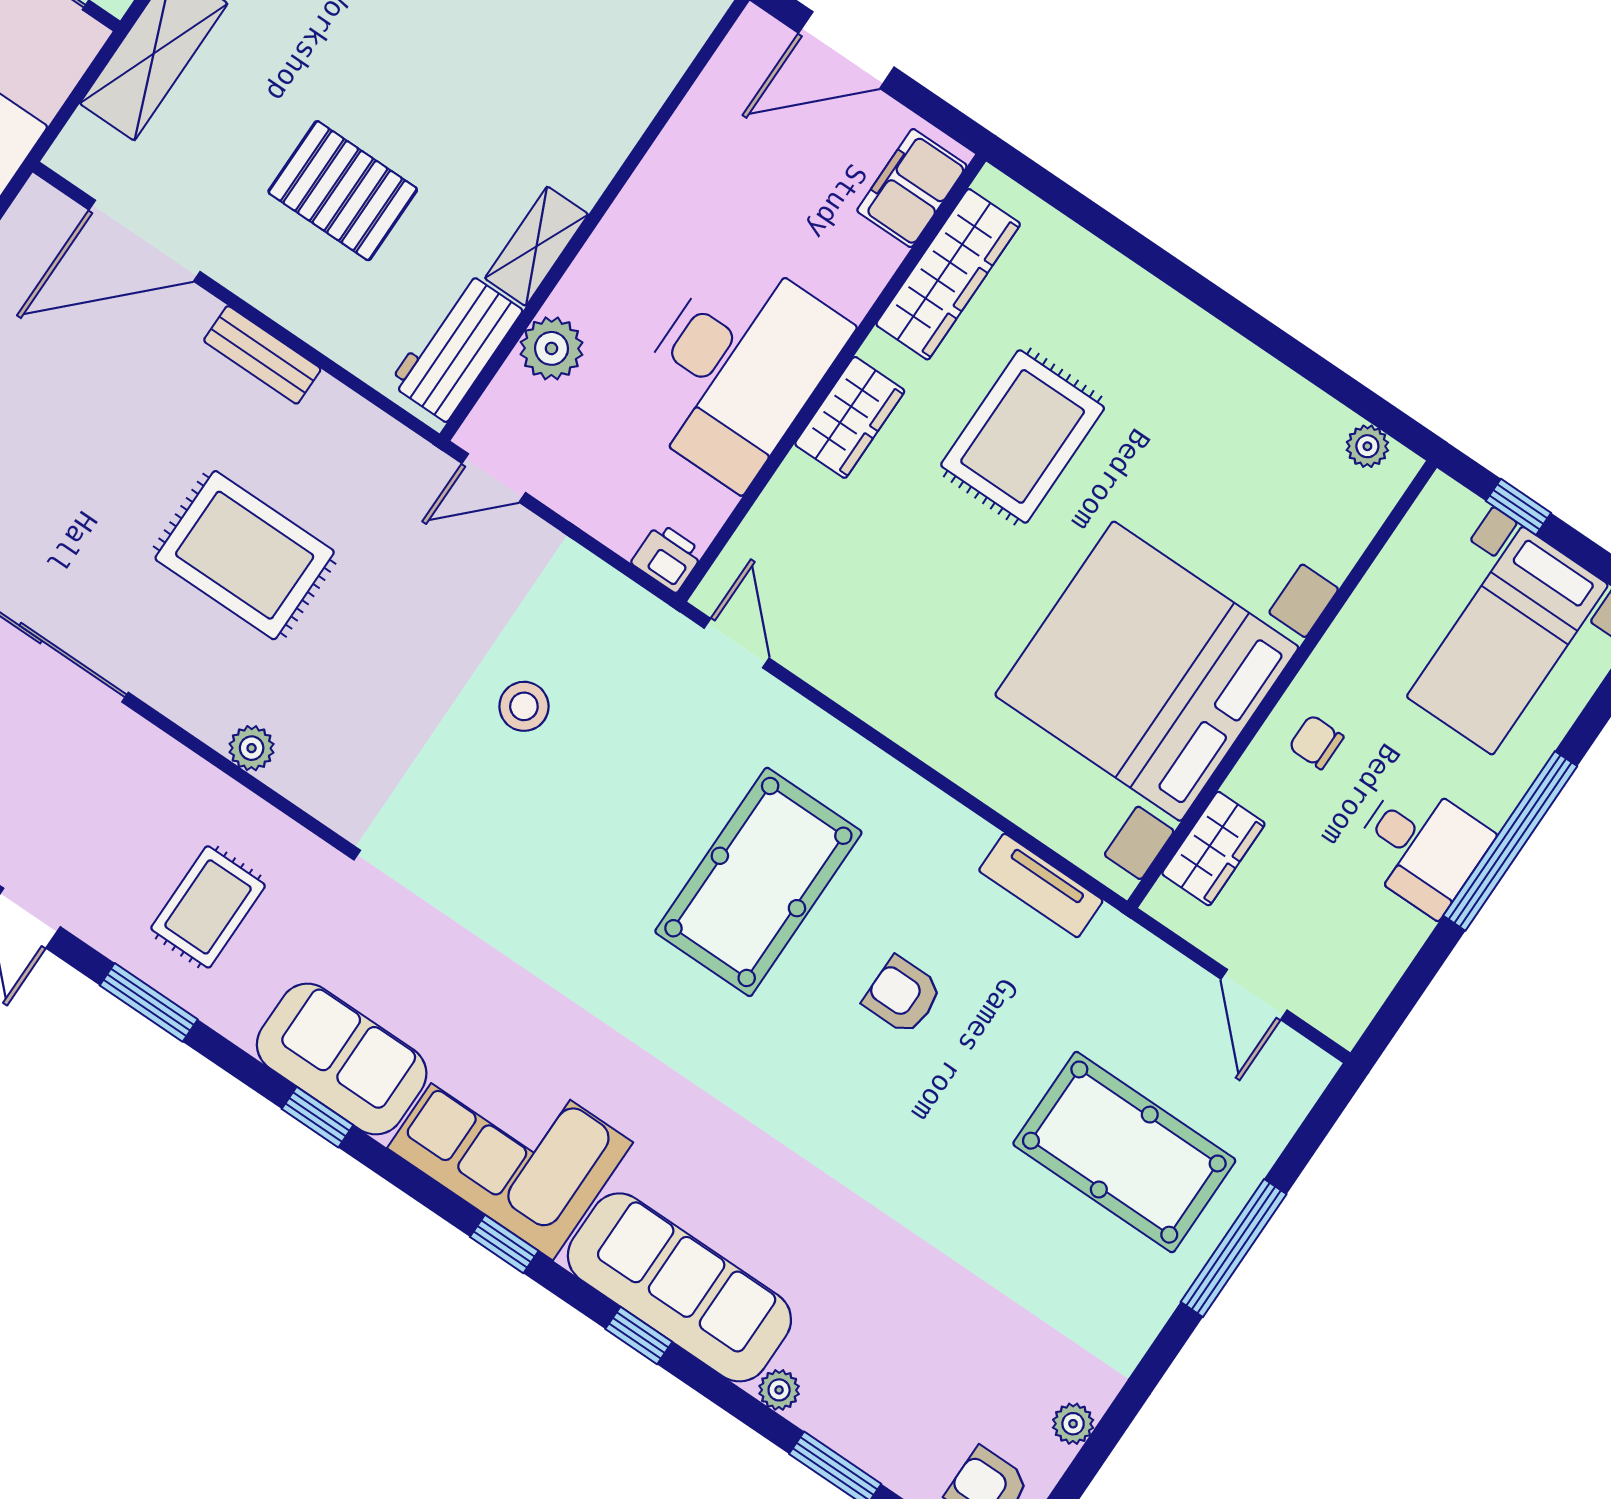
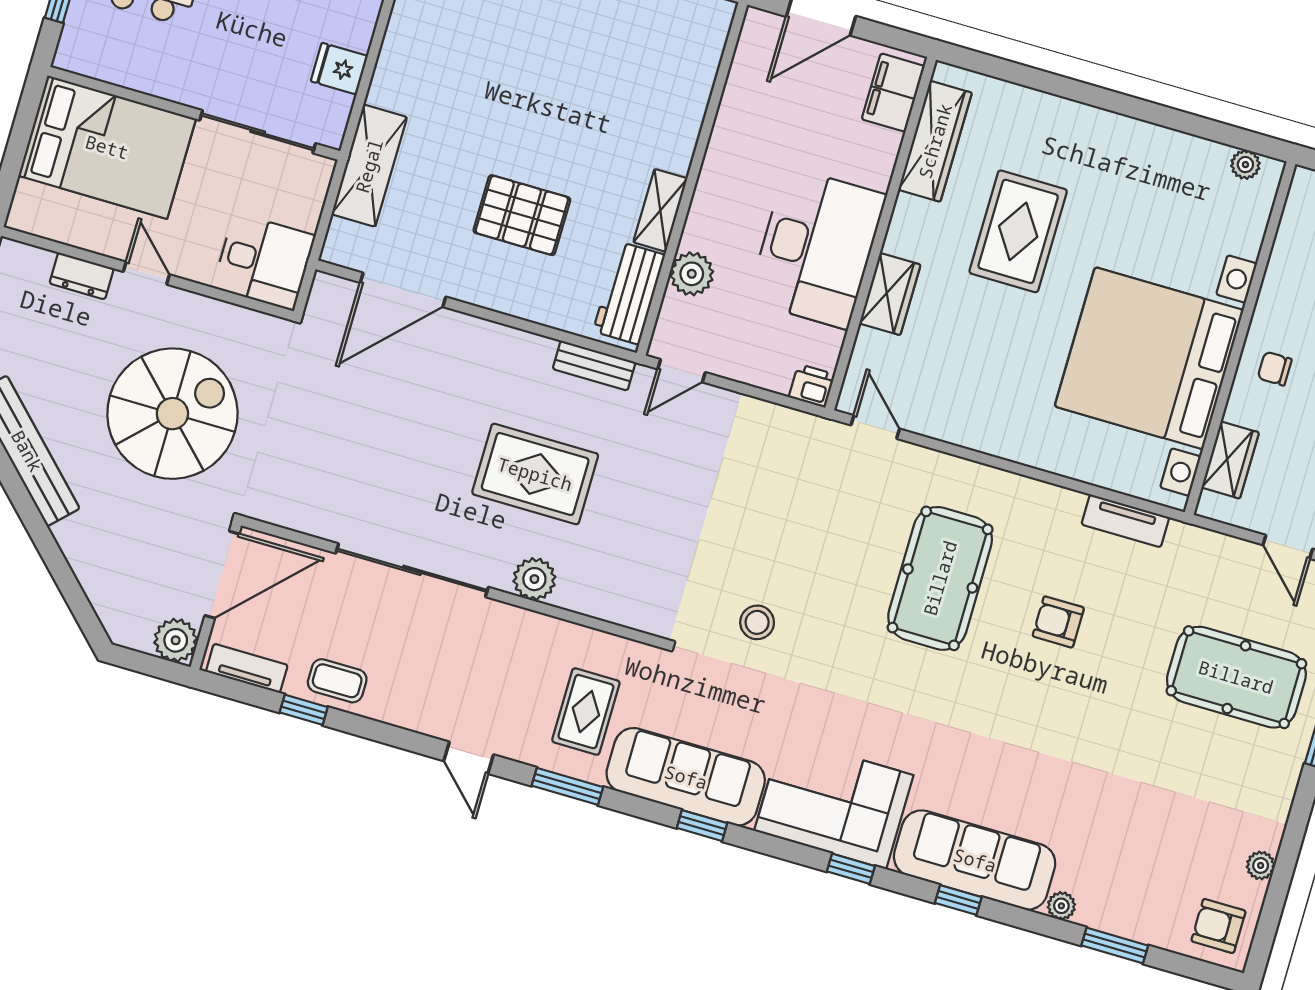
bench: (262, 355) -> (594, 366), moved
wardrobe: (850, 417) -> (890, 294), moved
stool: (524, 706) -> (757, 622), moved
plant: (252, 748) -> (534, 579), moved, width x1.38, depth x1.38
sofa: (342, 1059) -> (686, 777), width x1.36

